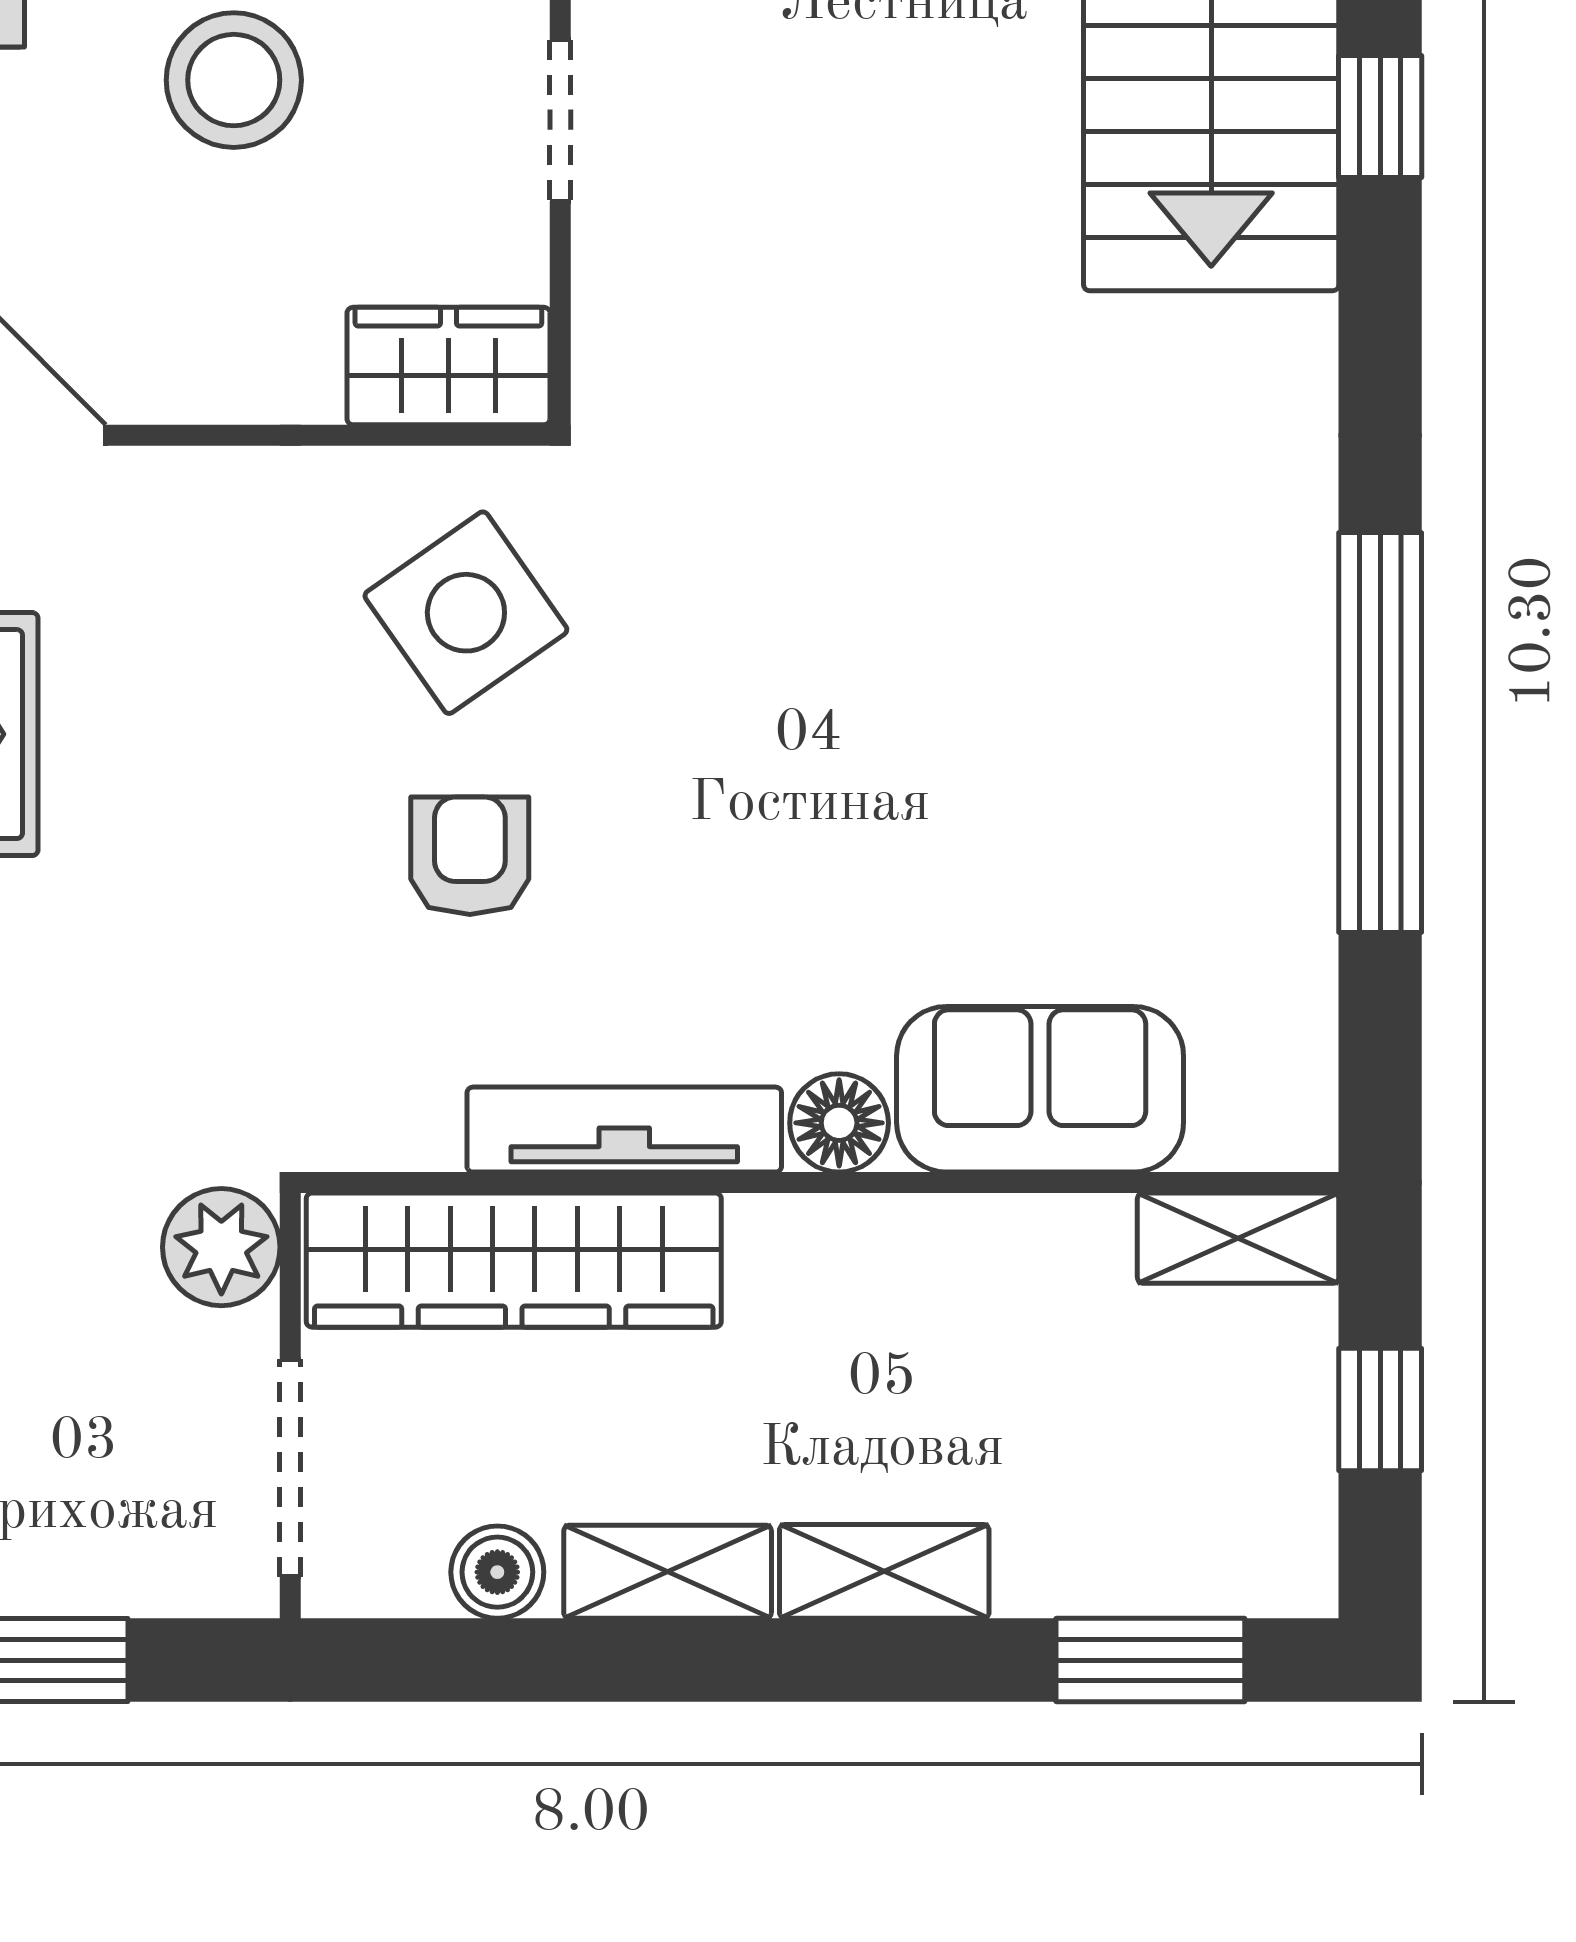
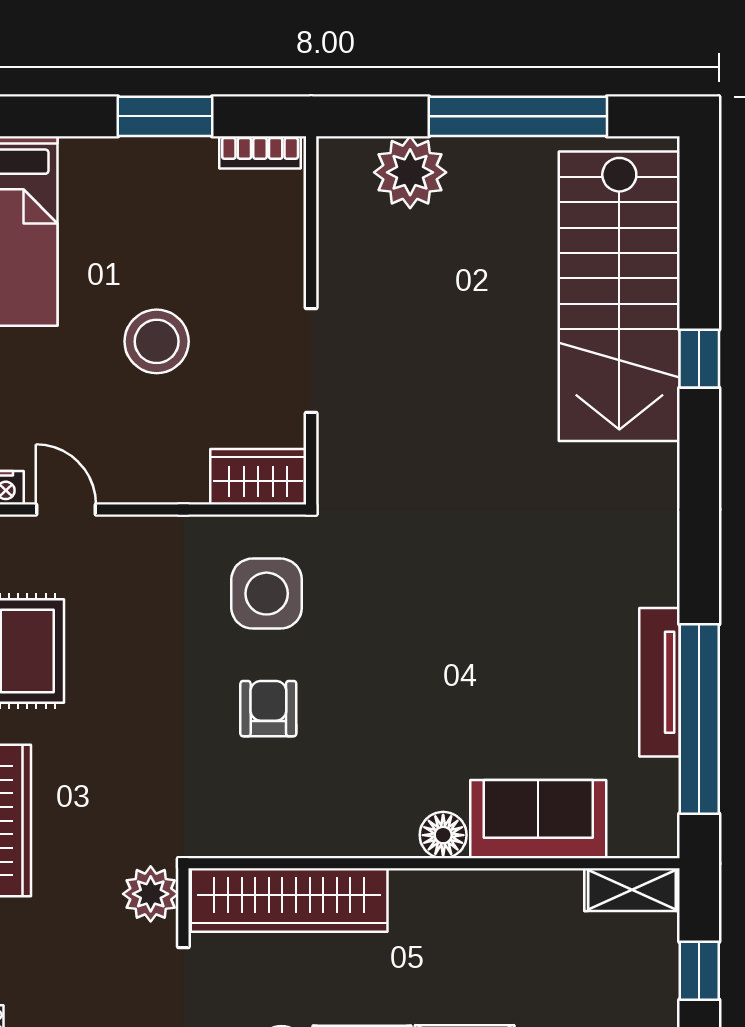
doorway: (560, 120) -> (311, 361), width x1.38
side table: (466, 613) -> (267, 594), turned 35
window: (1380, 732) -> (699, 719), moved
tv unit: (624, 1130) -> (660, 682), moved, turned -90

